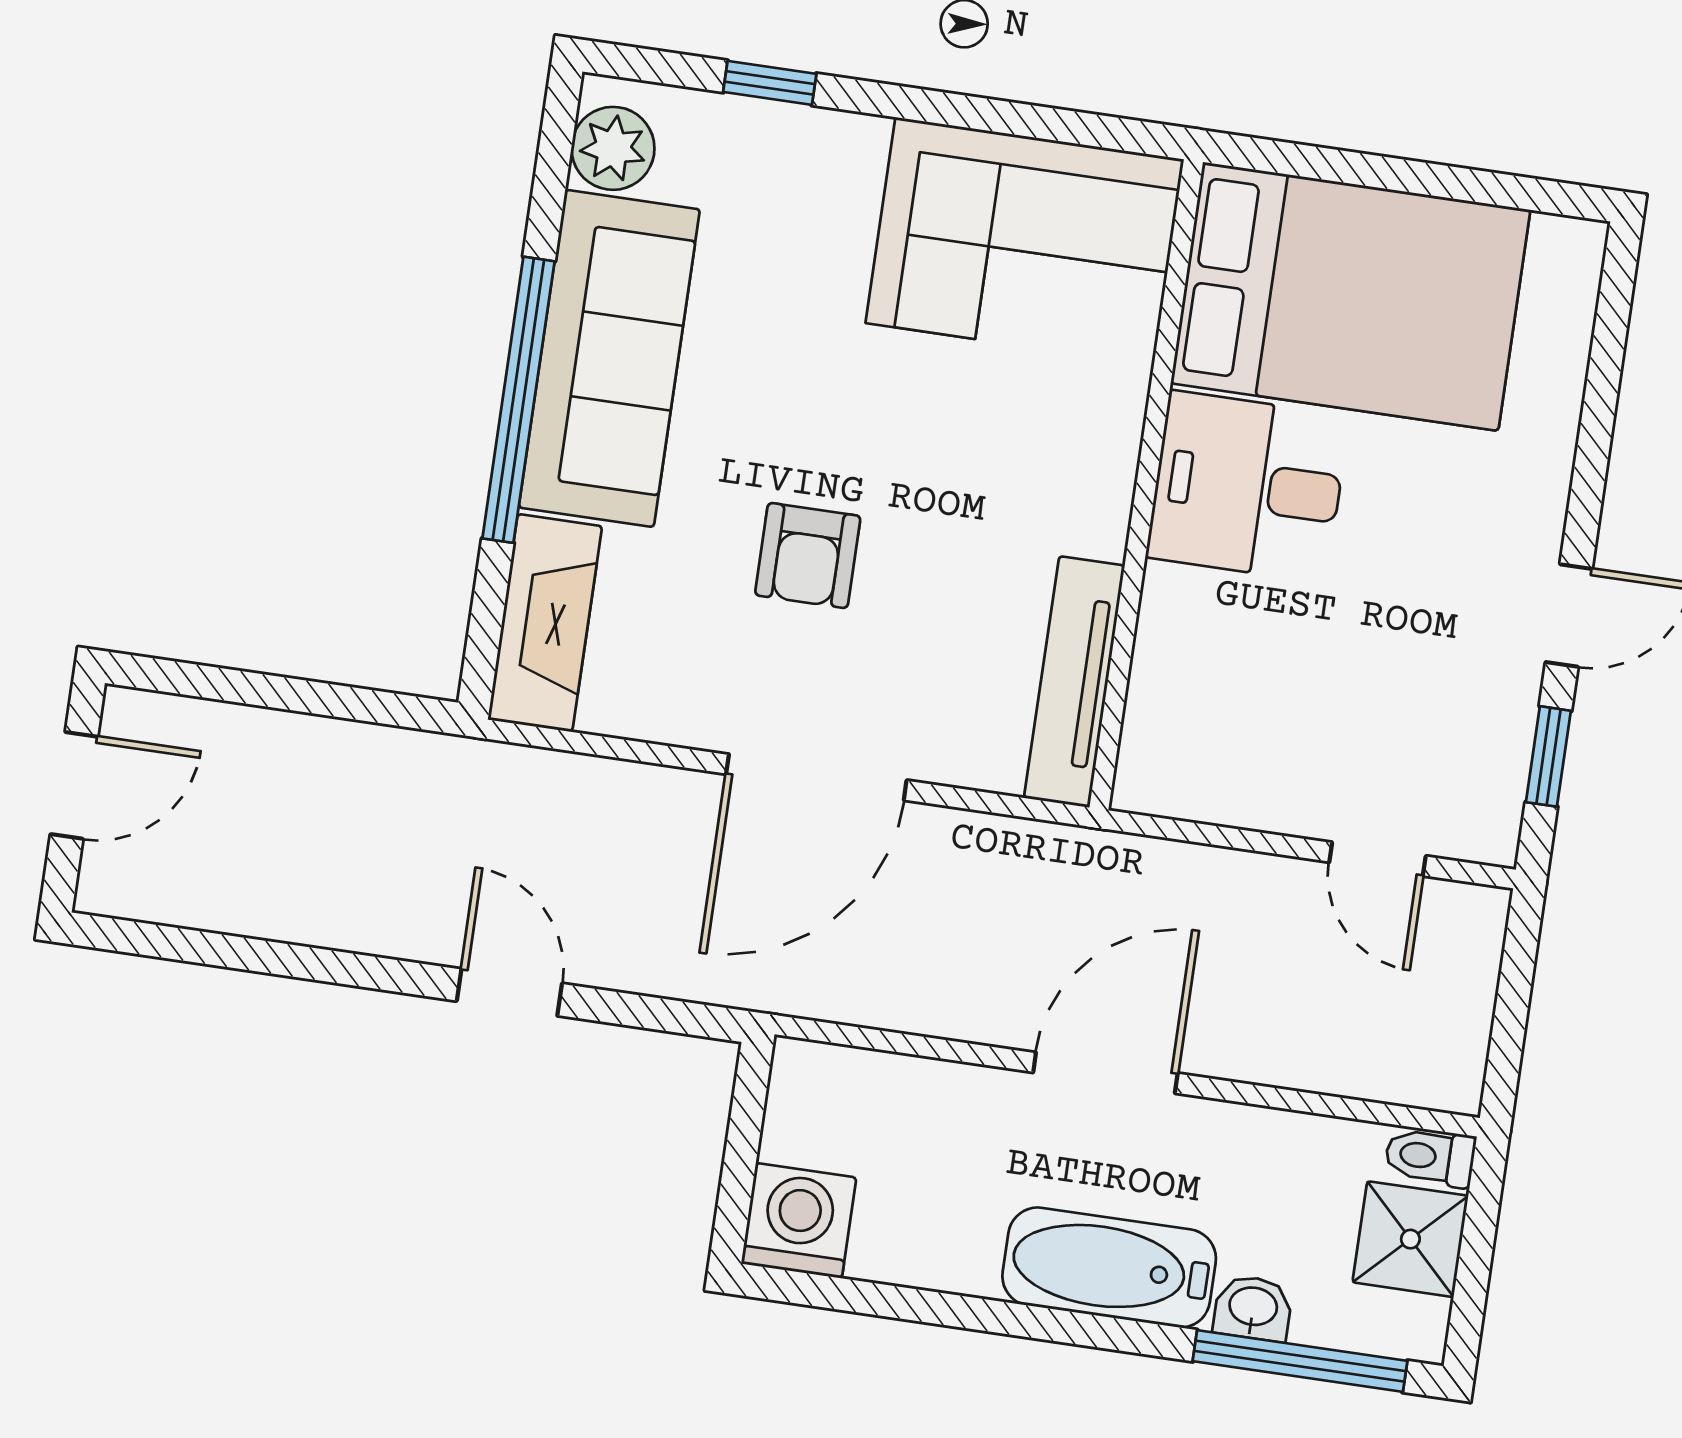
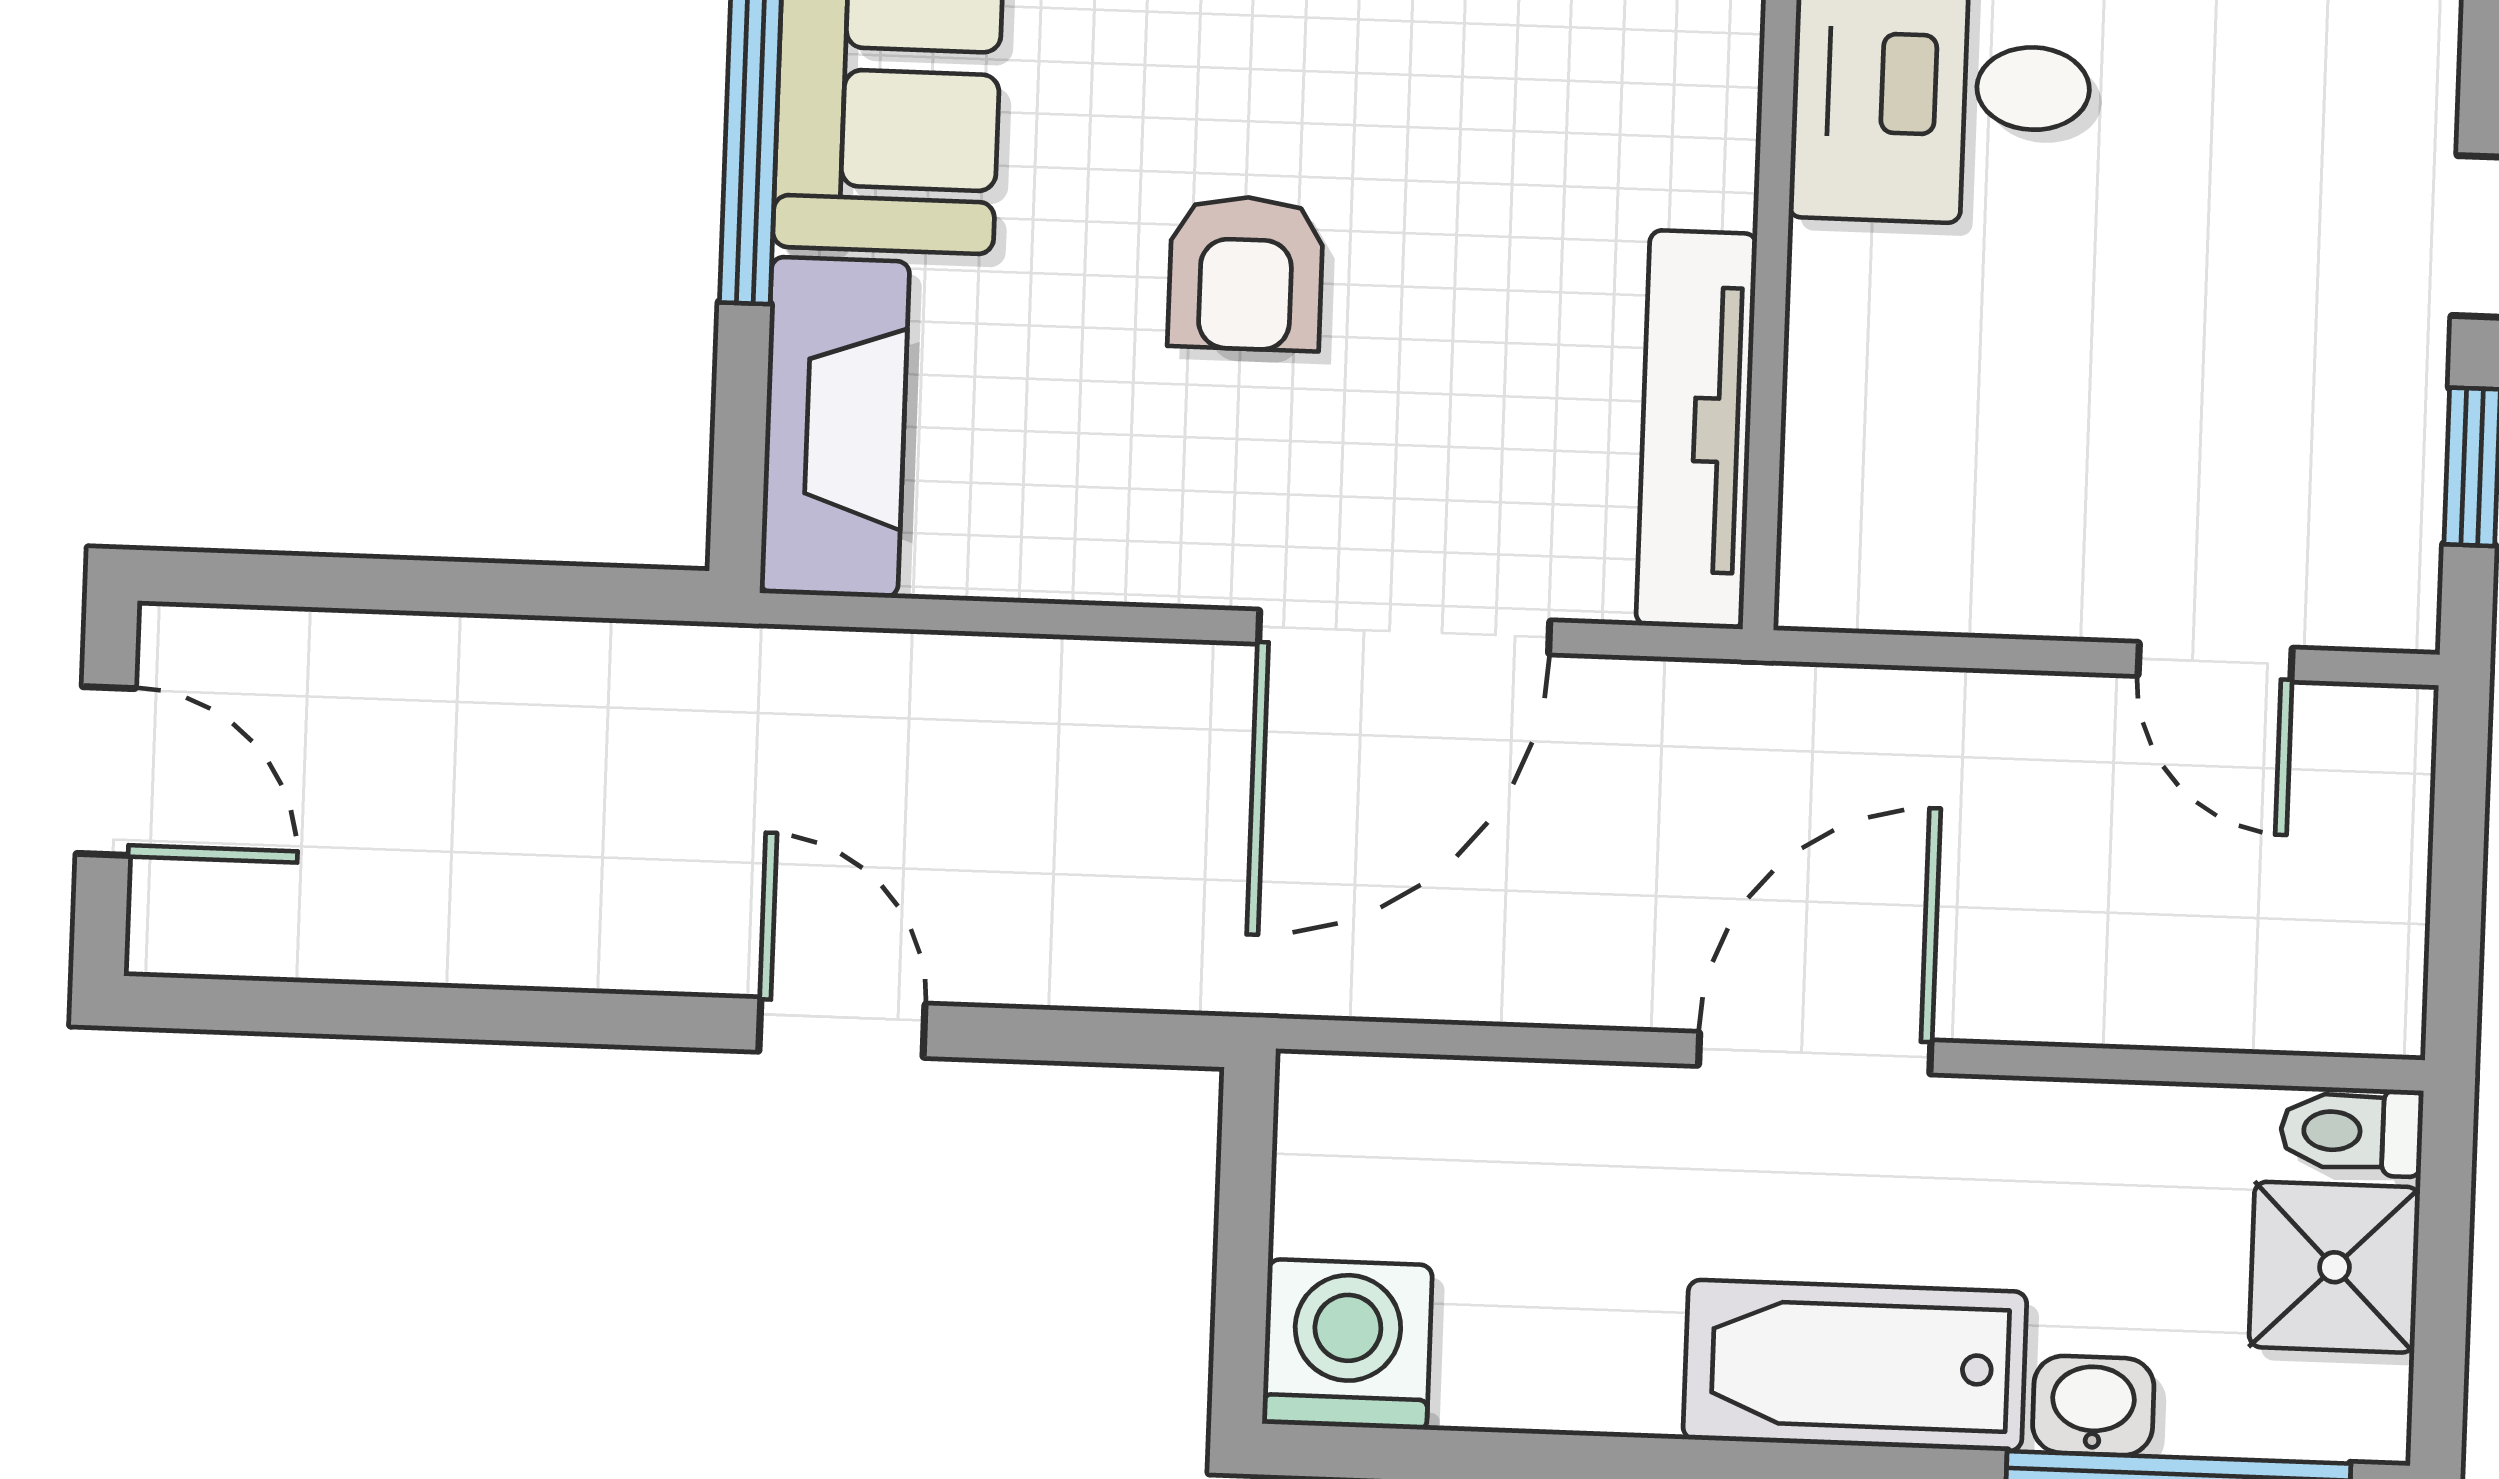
door: (816, 777) -> (1404, 632), moved
door: (74, 785) -> (106, 771), hinge flipped

